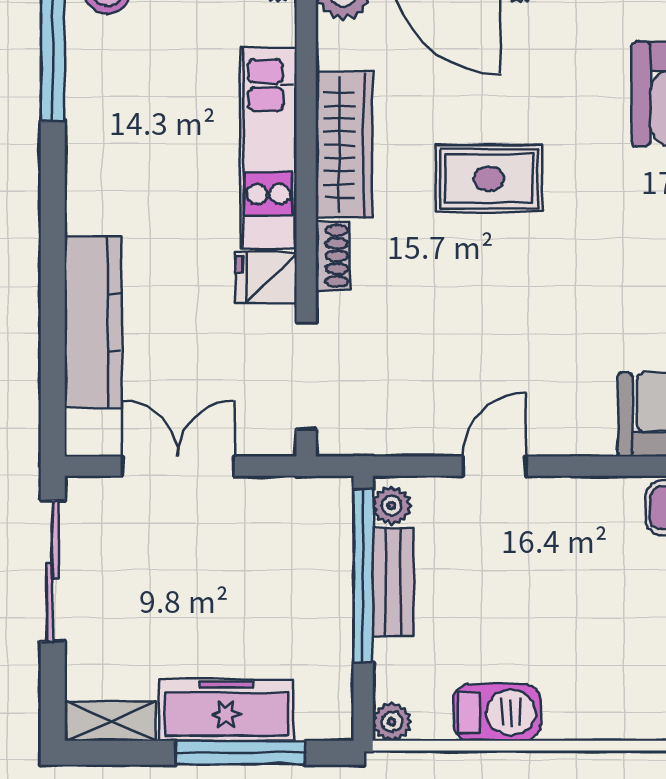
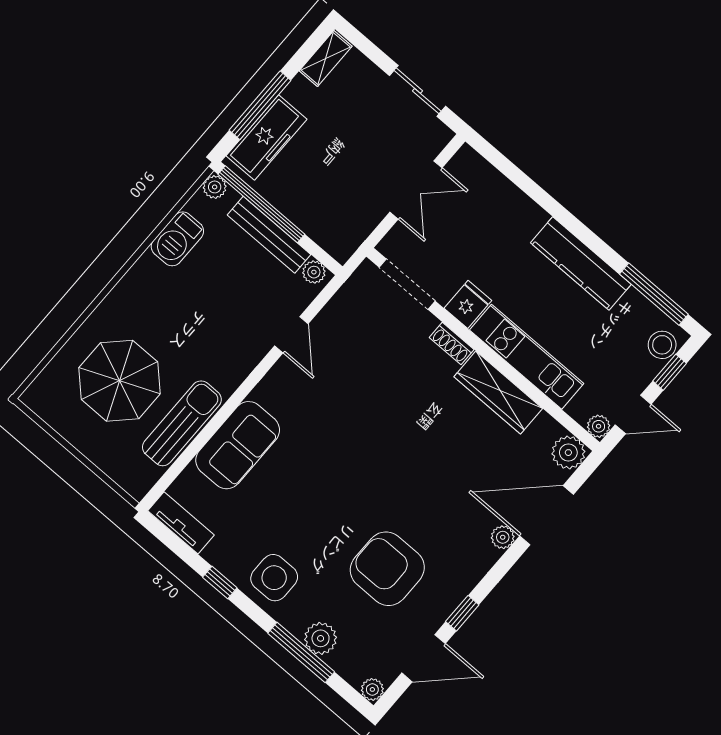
rug: (489, 179) -> (425, 446), removed
kitchen counter: (93, 322) -> (581, 264), moved
sliding door: (53, 571) -> (418, 91), width x0.73
window: (363, 576) -> (261, 204), moved
bench: (393, 582) -> (269, 235), width x1.36
freezer: (226, 710) -> (267, 138), moved

